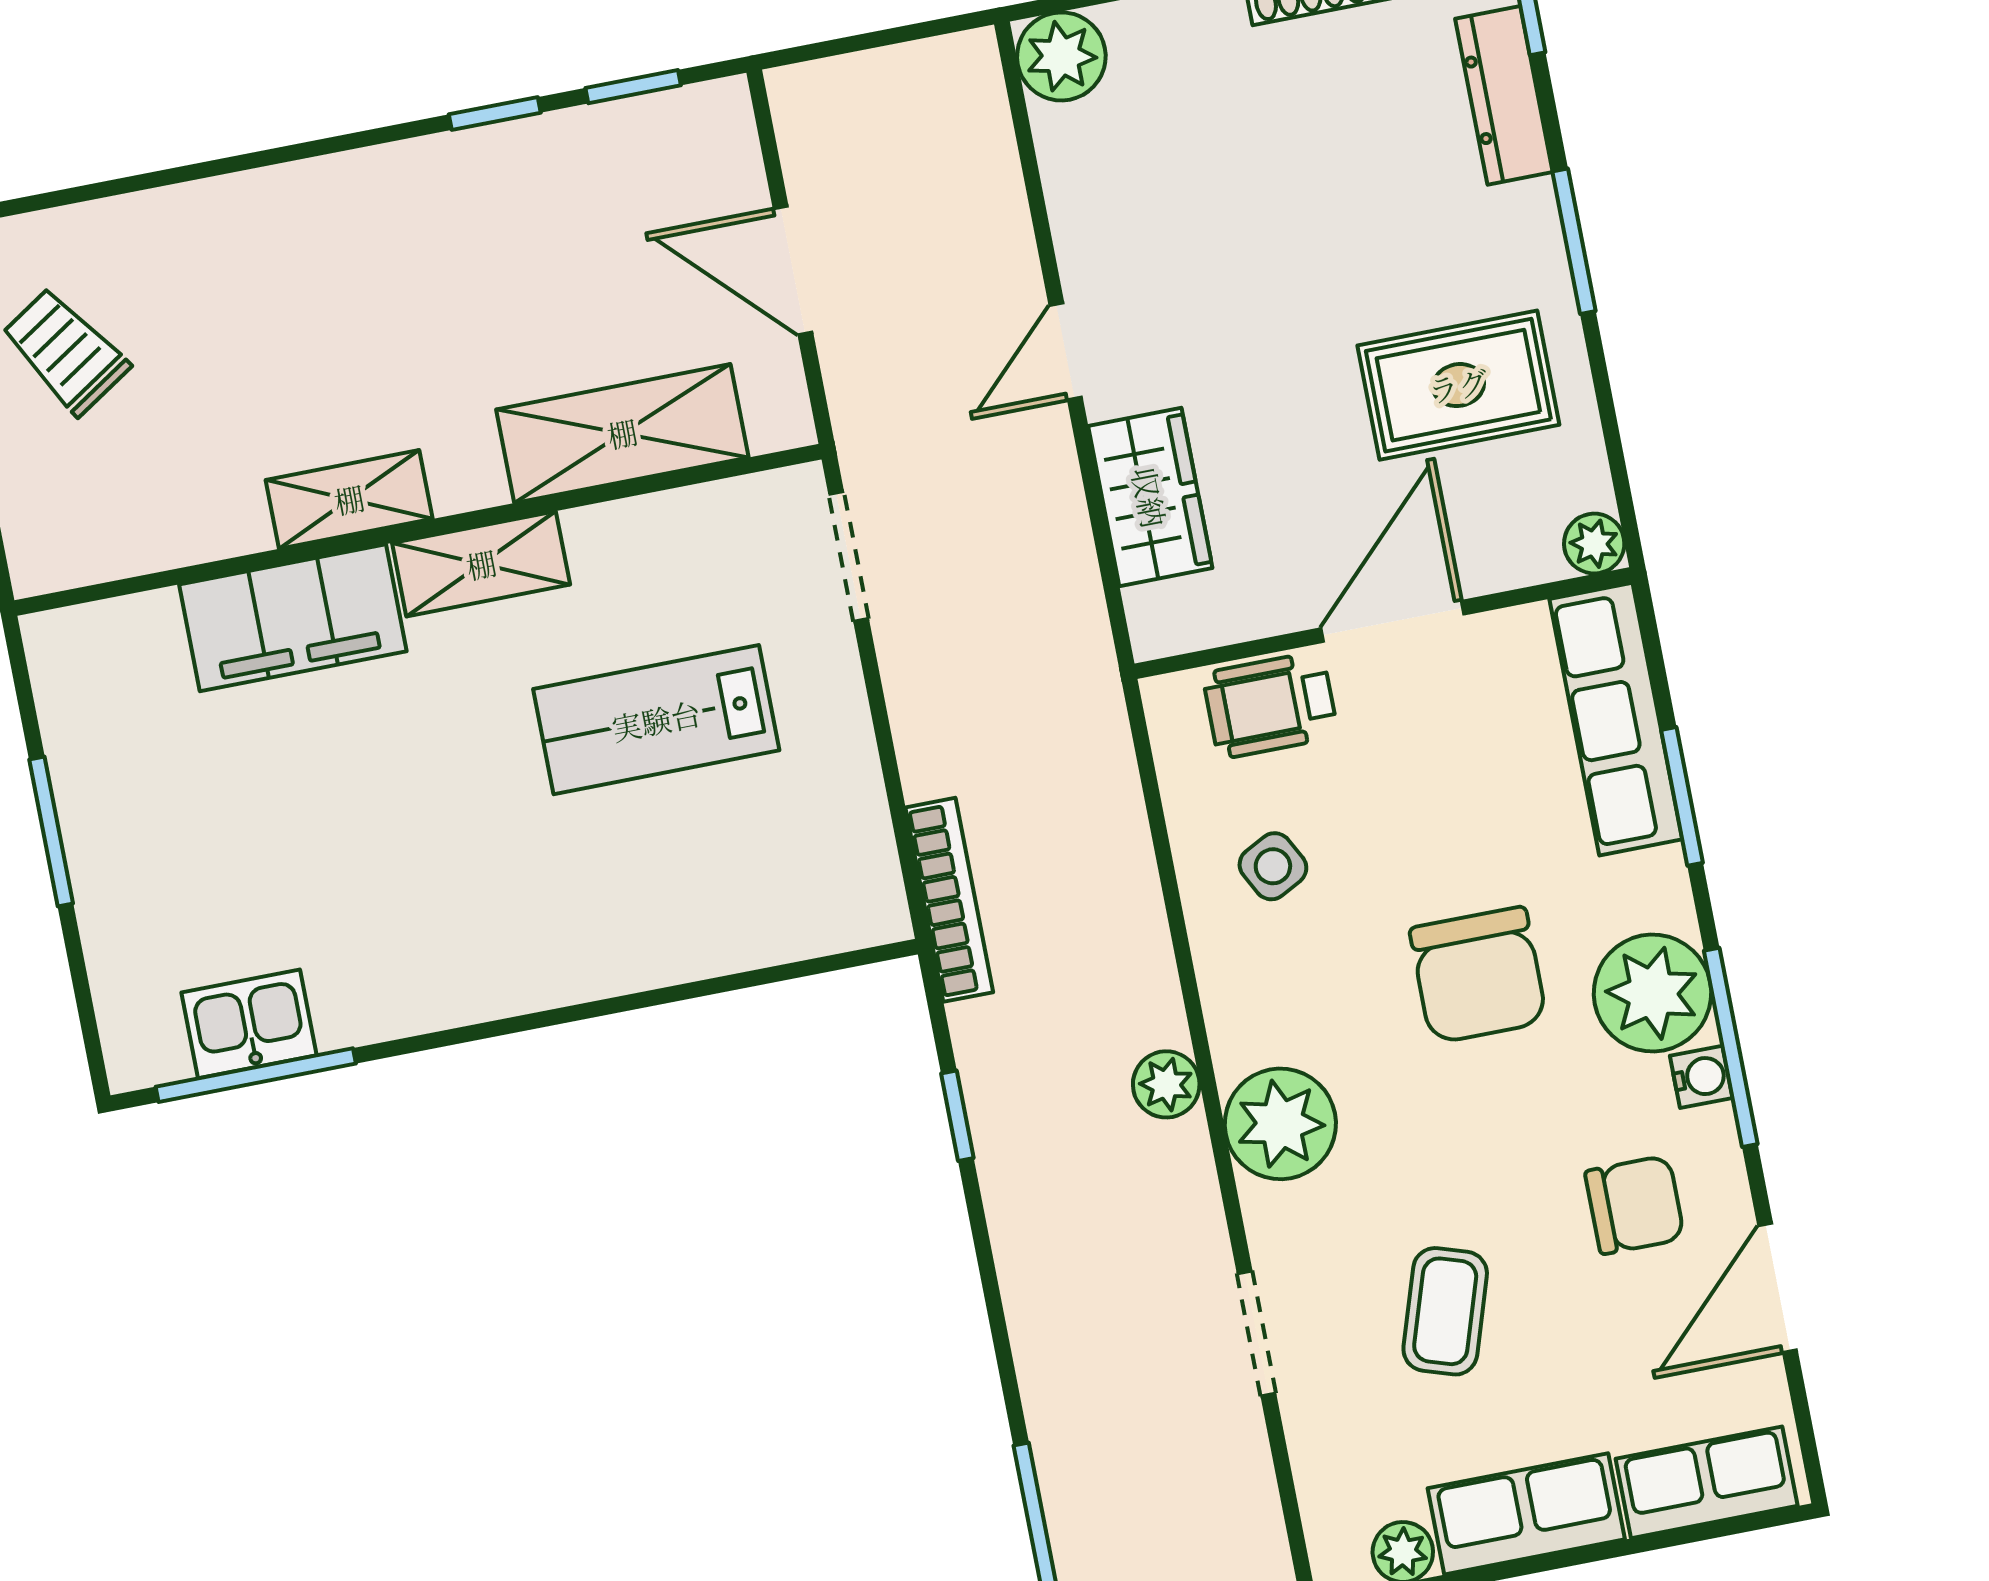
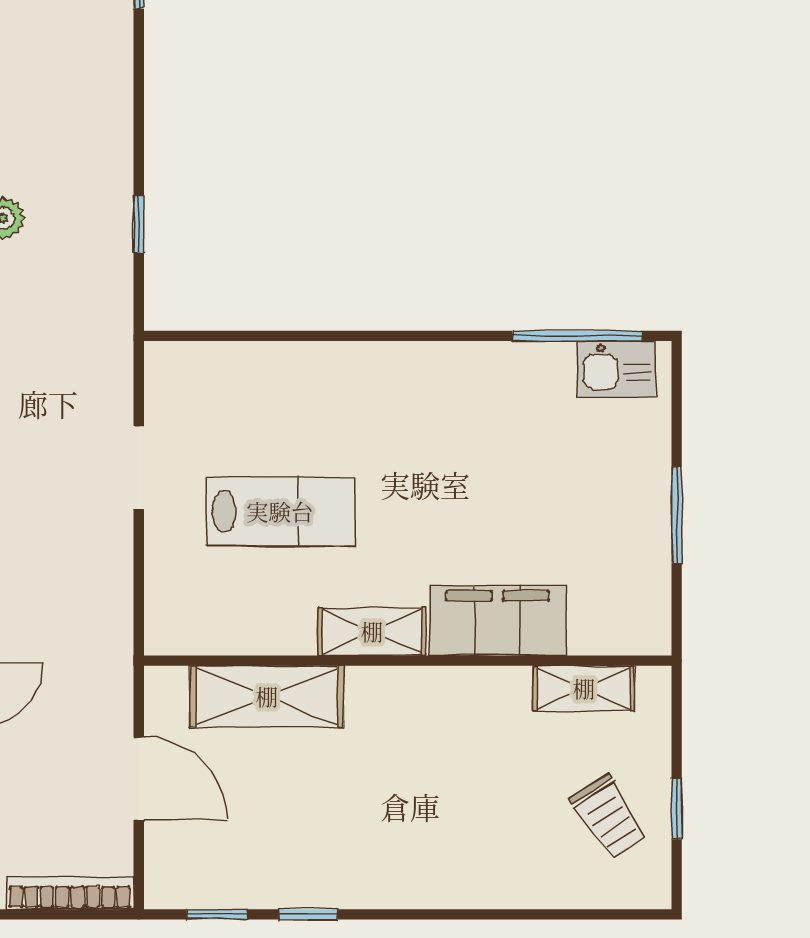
shelving: (349, 499) -> (584, 688), moved
doorway: (849, 556) -> (139, 468), moved
bookcase: (949, 900) -> (70, 893), moved, turned 90
kitchen sink: (249, 1024) -> (616, 369), moved

